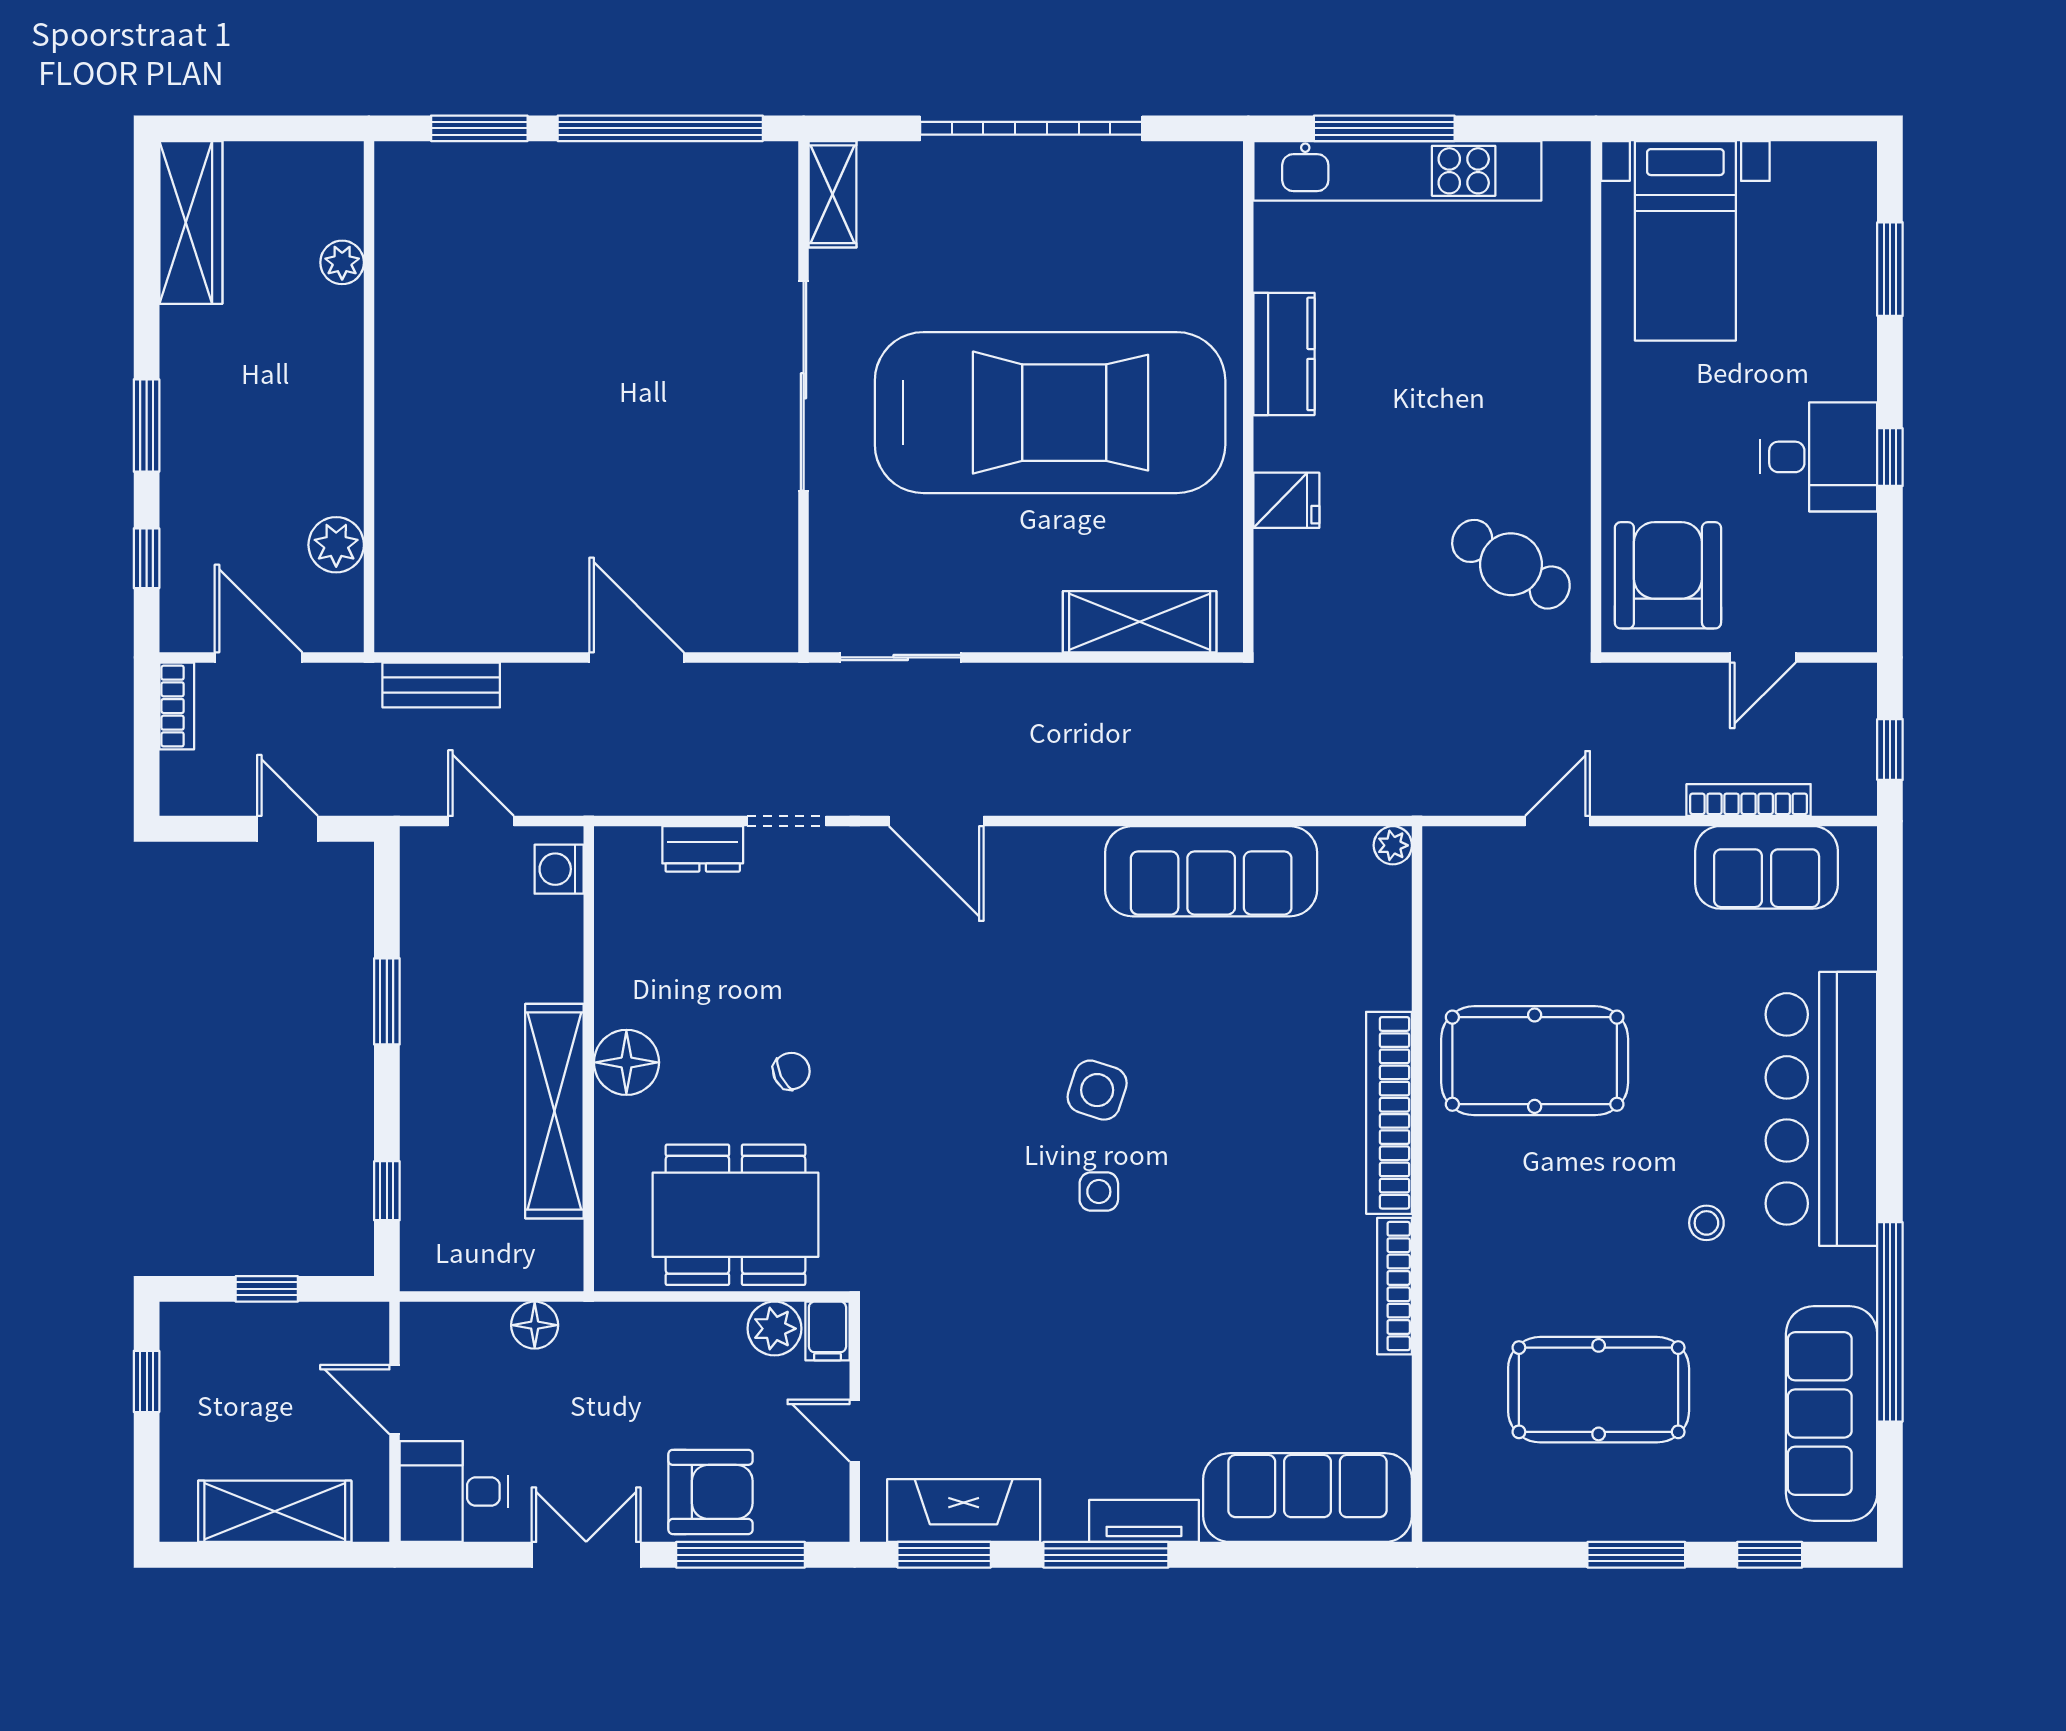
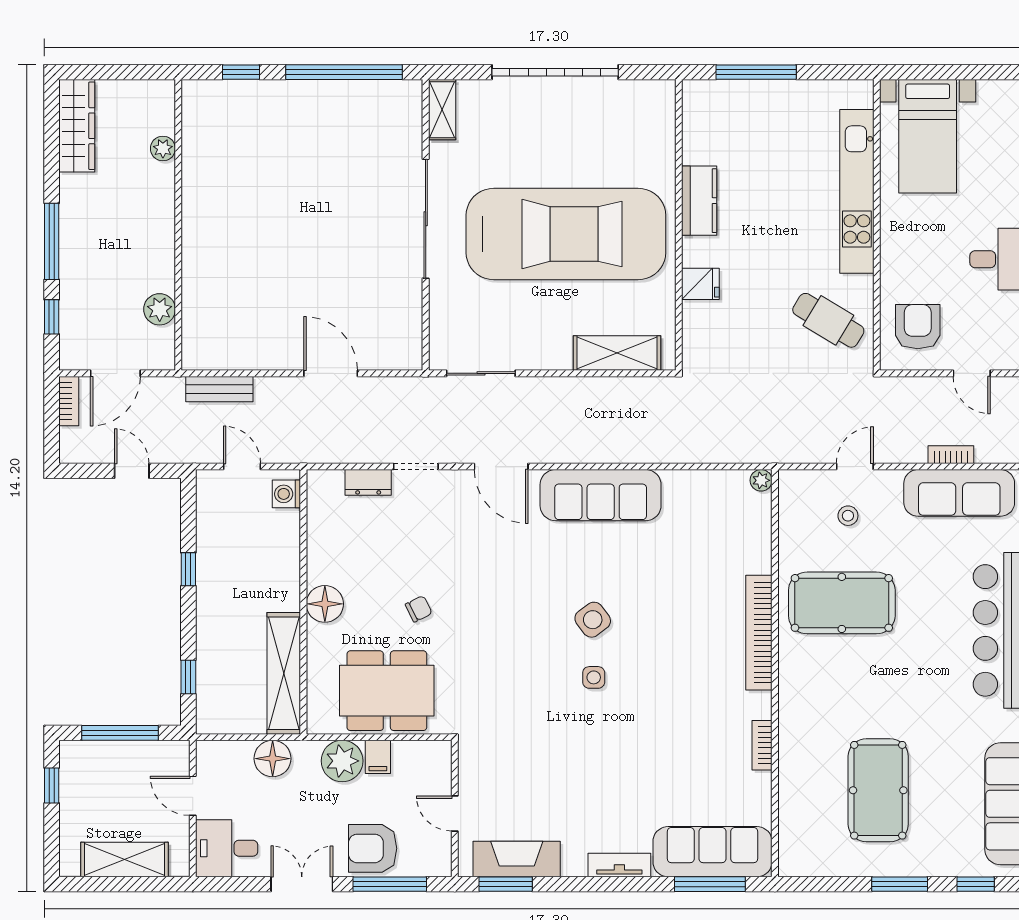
window: (479, 128) -> (241, 72), width x0.67
kitchen unit: (1397, 171) -> (857, 191), moved, turned 90
window: (147, 426) -> (52, 241), width x1.44
armchair: (1668, 575) -> (918, 327), width x0.73, depth x0.73
door: (259, 657) -> (115, 373), swing flipped
door: (1763, 657) -> (972, 373), hinge flipped
bookcase: (1749, 800) -> (951, 455), width x0.64
sofa: (1767, 867) -> (959, 493), width x1.36
sofa: (1211, 871) -> (601, 495), moved
window: (387, 1001) -> (188, 569), width x0.67
side table: (1097, 1090) -> (593, 620), turned 35
shelving: (554, 1111) -> (284, 673), moved
stool: (1706, 1223) -> (848, 516), moved
bookcase: (1394, 1286) -> (762, 745), width x0.64
window: (267, 1289) -> (120, 733), width x2.17
floor lamp: (535, 1325) -> (273, 759), width x1.38, depth x1.38
plant: (774, 1329) -> (342, 761), moved, width x1.36, depth x1.36
filing cabinet: (827, 1331) -> (378, 757), moved
pool table: (1599, 1390) -> (878, 790), turned 90
armchair: (710, 1492) -> (373, 848), turned 180
window: (1106, 1555) -> (710, 884), moved

